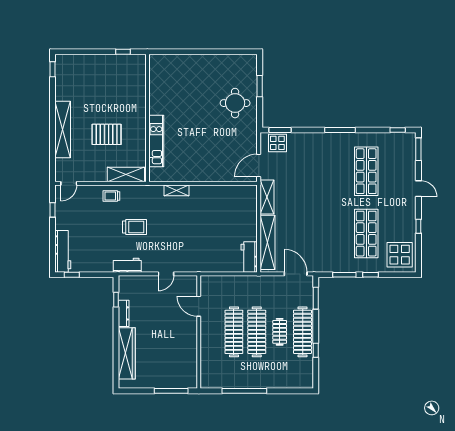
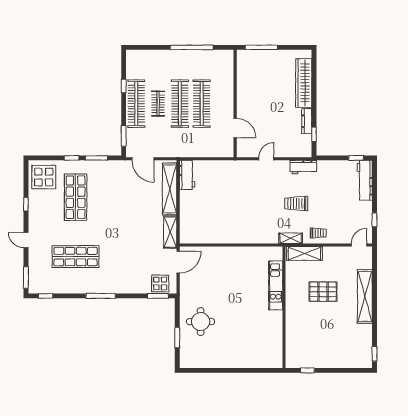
shop shelf: (366, 171) -> (76, 257), turned 90
shelving: (177, 190) -> (291, 238), moved

